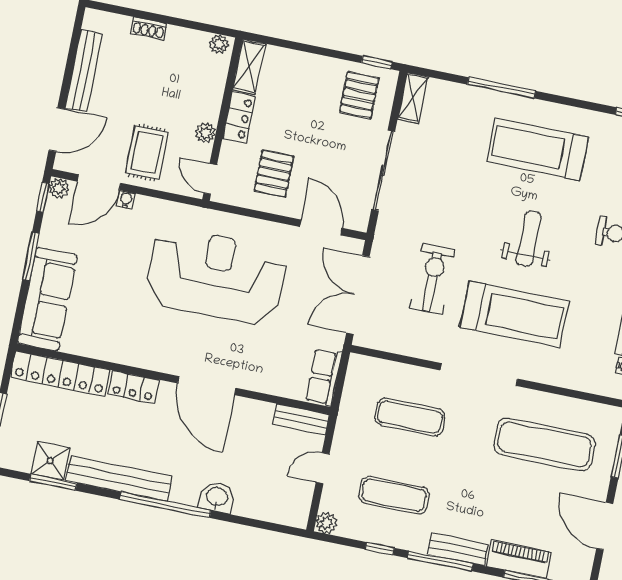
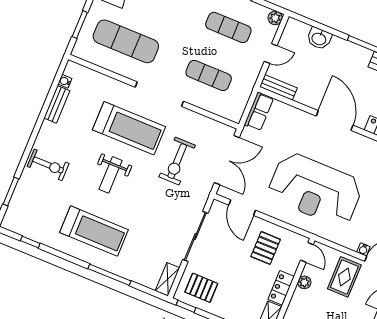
pallet: (359, 95) -> (201, 288), turned 90
treadmill: (515, 314) -> (129, 128), turned 180
washbasin: (217, 497) -> (319, 38), moved

